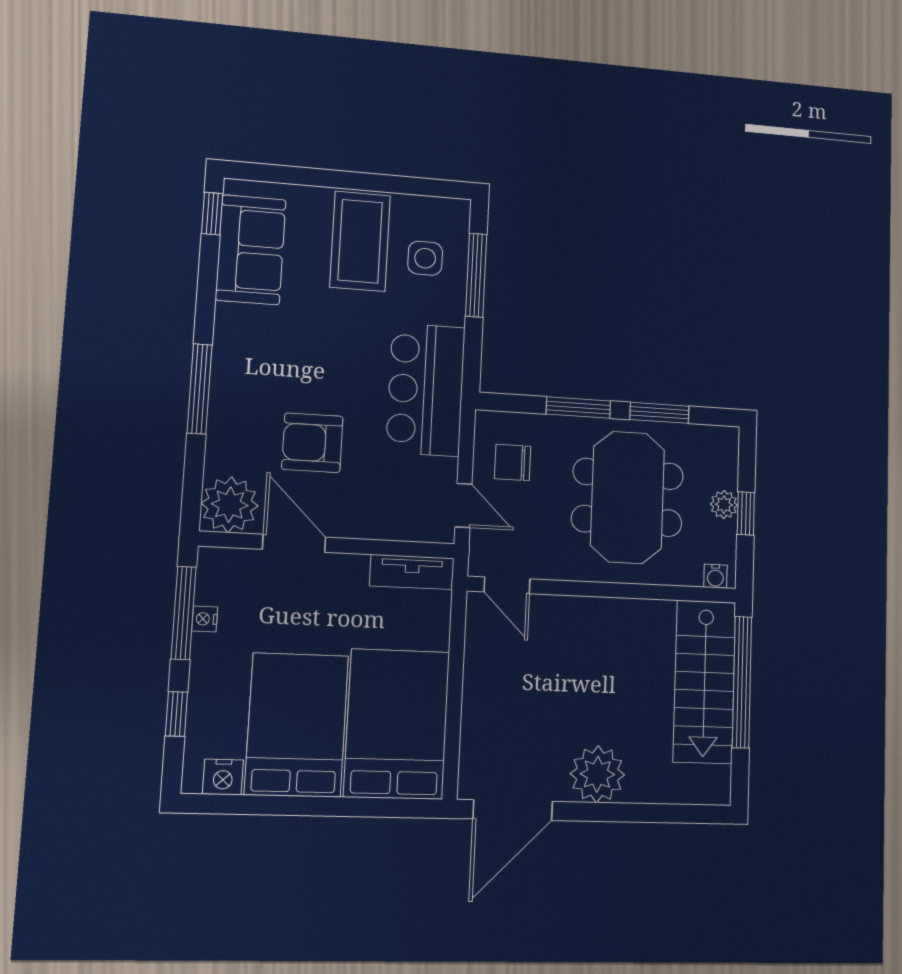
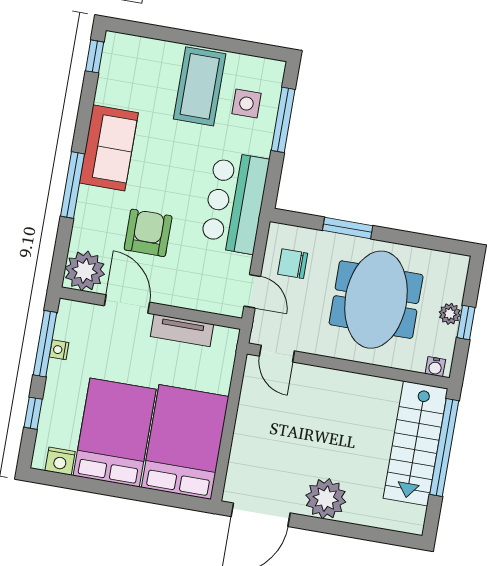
sofa: (251, 250) -> (109, 148), moved
window: (659, 413) -> (409, 239), removed
armchair: (312, 443) -> (148, 233), turned 90
tv unit: (412, 572) -> (182, 330), moved

